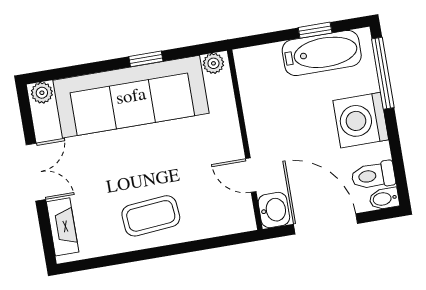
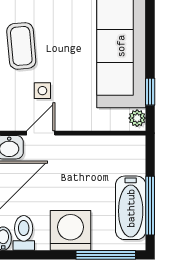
window: (315, 30) -> (150, 206), width x2.17
window: (146, 59) -> (150, 92), moved
side table: (200, 182) -> (42, 91), added

